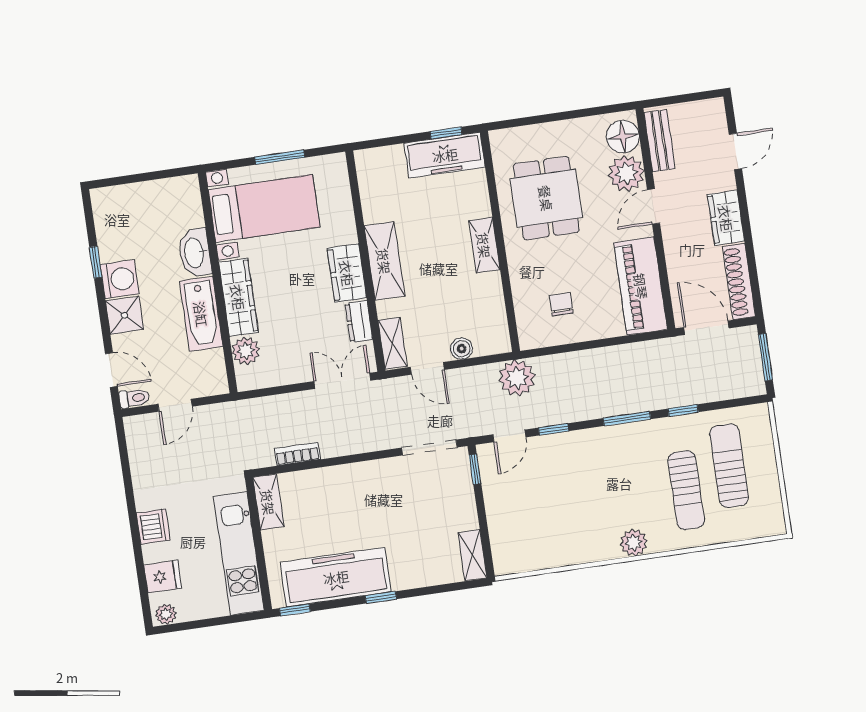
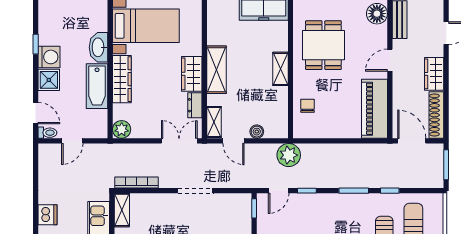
plant: (626, 173) -> (376, 37), removed
chair: (561, 304) -> (308, 106), moved
plant: (246, 351) -> (122, 129), moved
doorway: (429, 447) -> (195, 191), moved
bookcase: (297, 454) -> (137, 183), width x1.56

